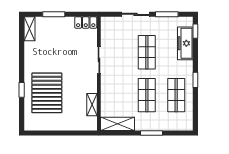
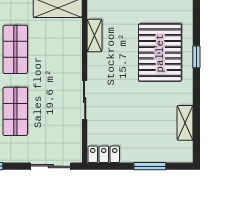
sliding door: (135, 14) -> (51, 166), moved
shelving: (29, 29) -> (185, 123), moved

